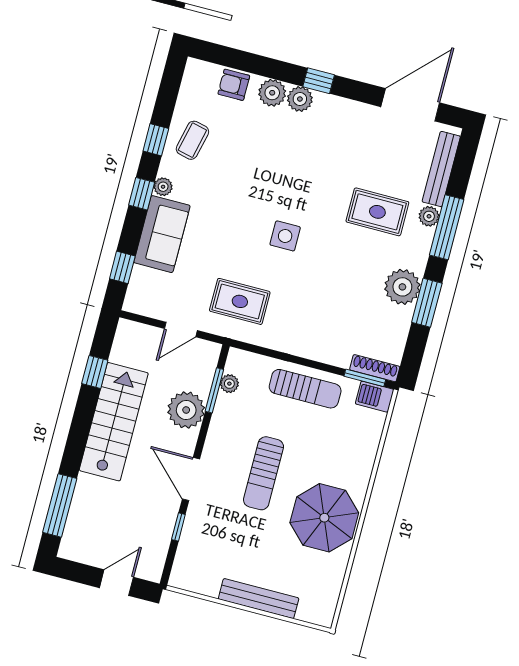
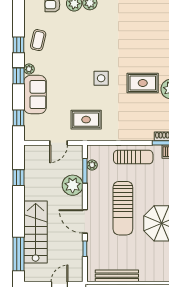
rug: (377, 212) -> (143, 83), moved
stairs: (114, 422) -> (36, 232), moved
sun lounger: (264, 473) -> (123, 208), width x1.36, depth x1.34
bench: (259, 599) -> (117, 276), moved

